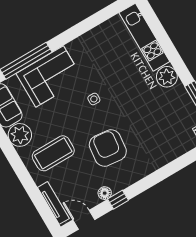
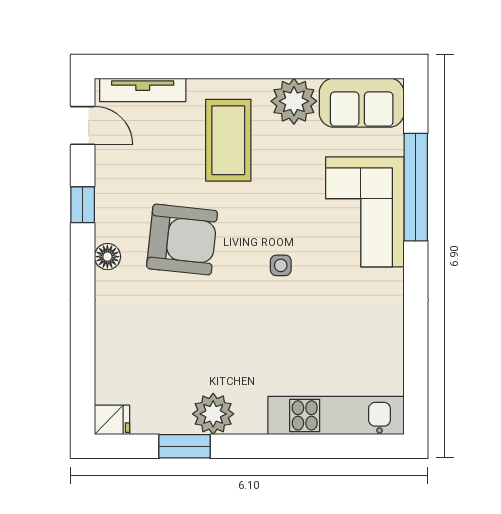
plant: (167, 77) -> (213, 414), moved
floor lamp: (105, 193) -> (107, 257), moved
door: (84, 220) -> (83, 126), hinge flipped

